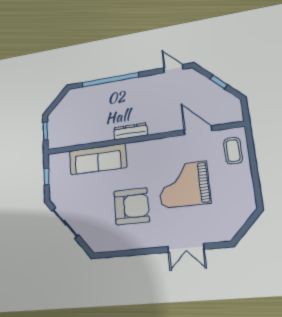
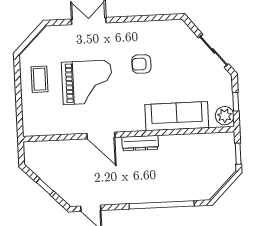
door: (198, 130) -> (101, 135), moved
coffee table: (233, 151) -> (39, 79), moved
plant: (56, 163) -> (225, 116), added
armchair: (132, 206) -> (141, 64), width x0.53, depth x0.53

